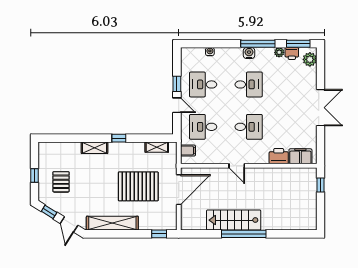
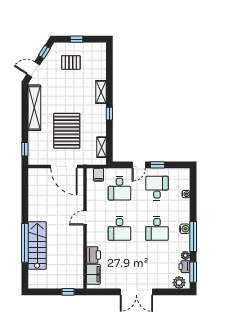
desk: (203, 127) -> (120, 188), turned 180
stairs: (234, 220) -> (37, 245), moved
window: (244, 234) -> (25, 243), moved

